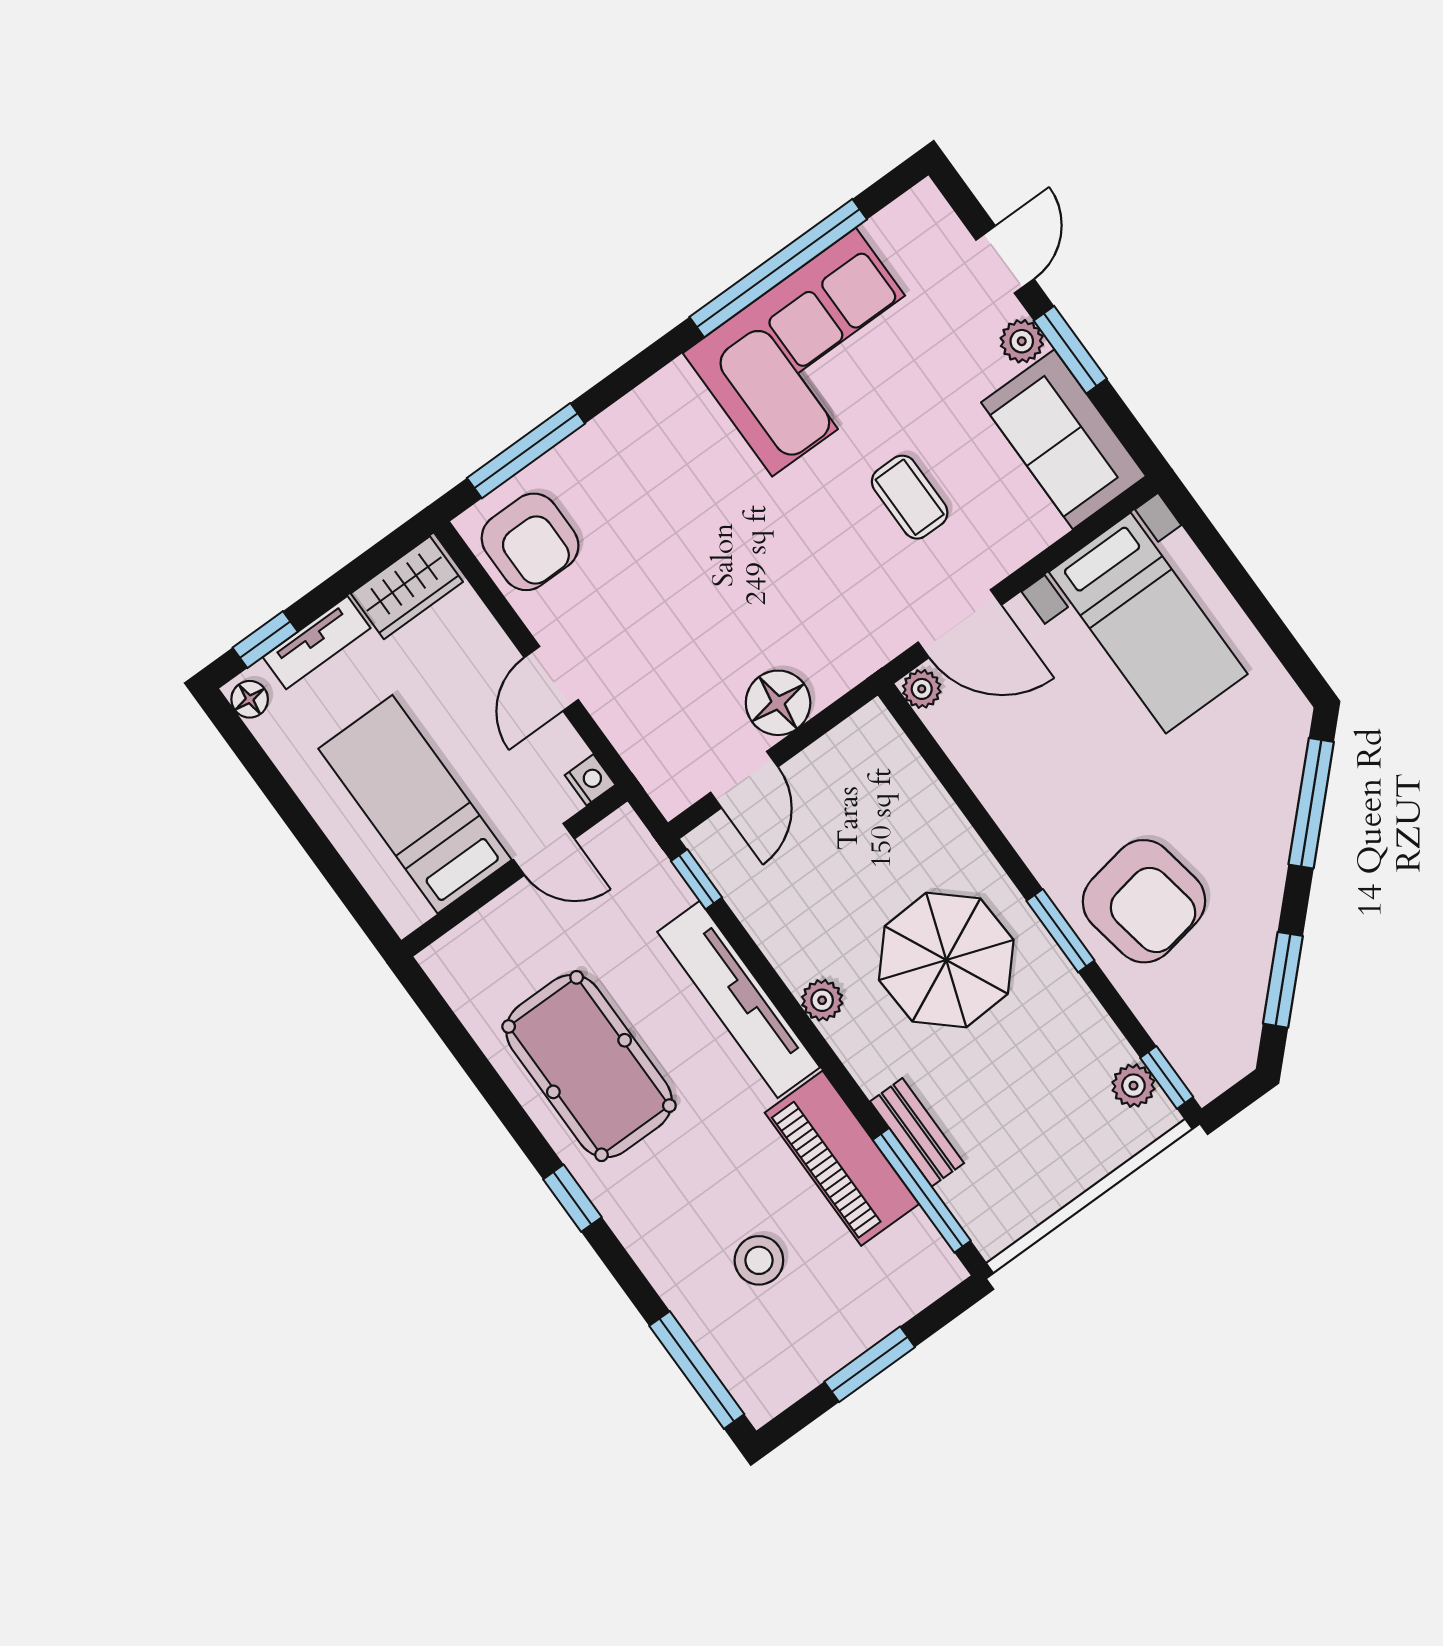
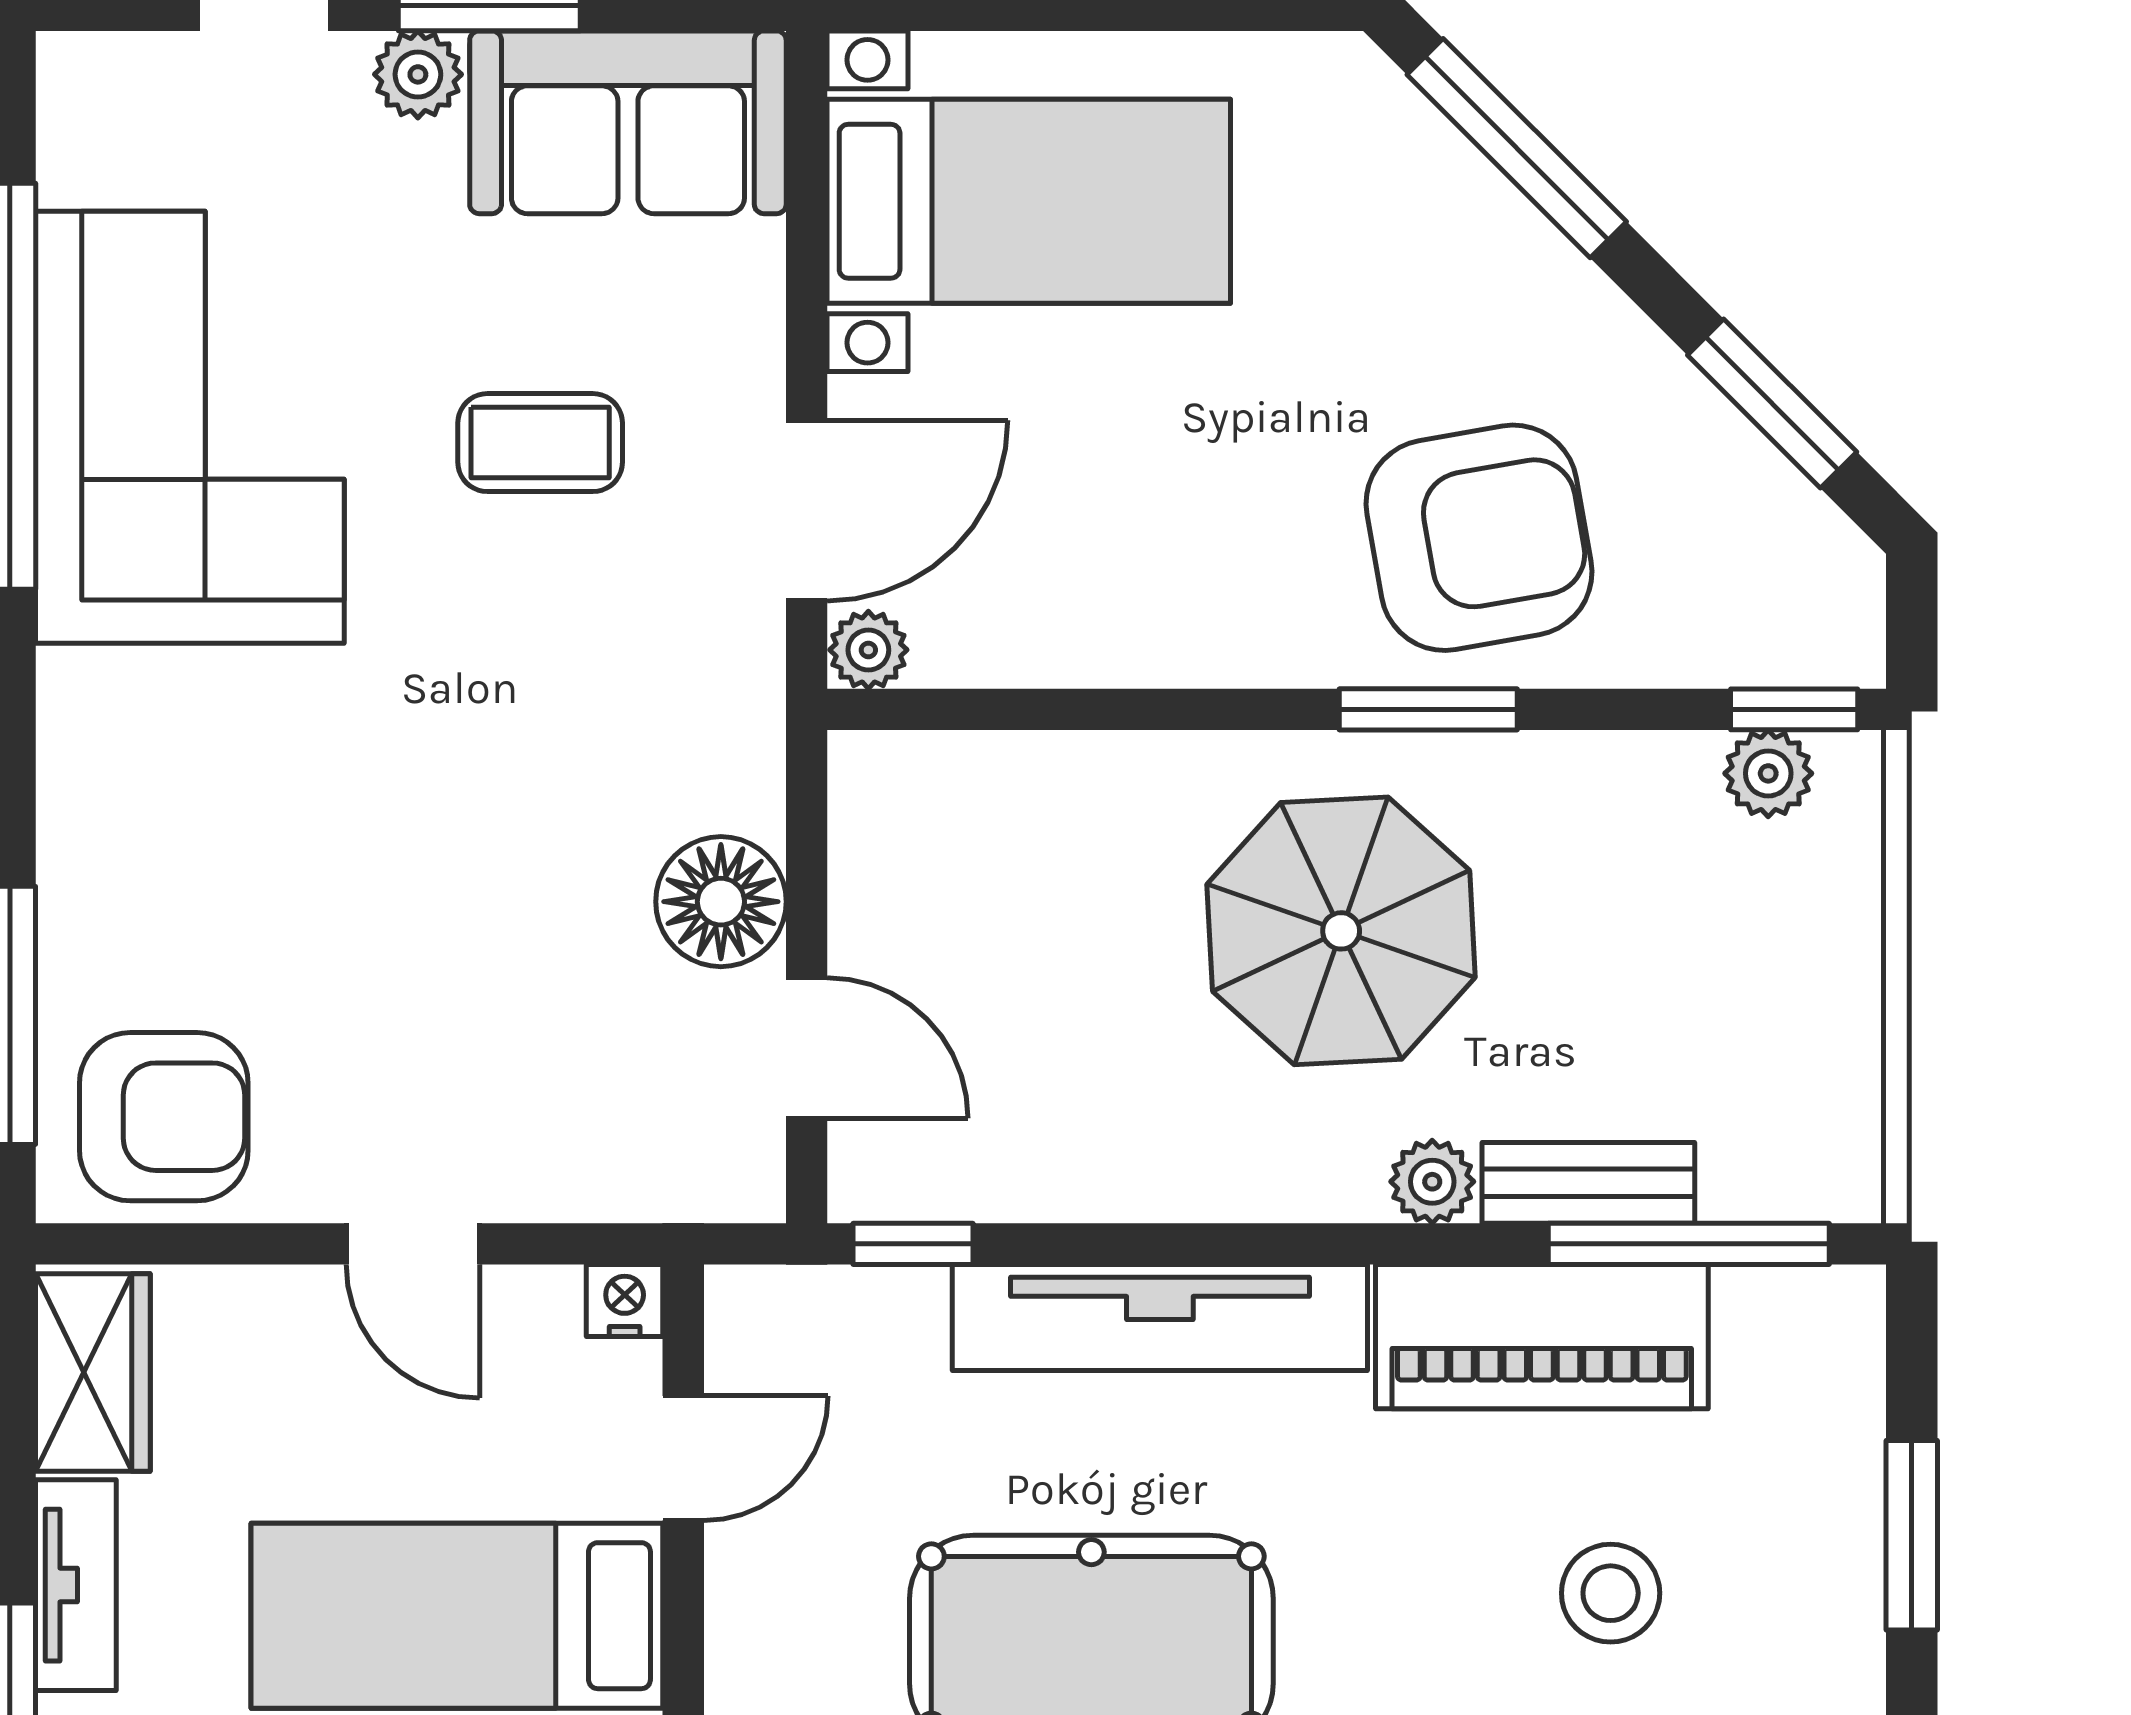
plant: (822, 1000) -> (1432, 1182), moved

